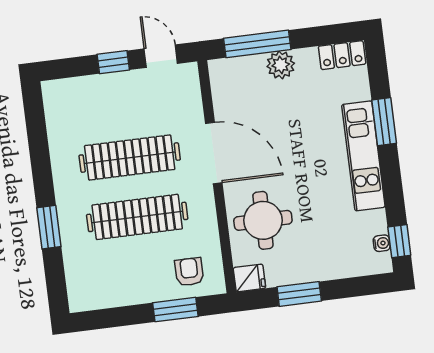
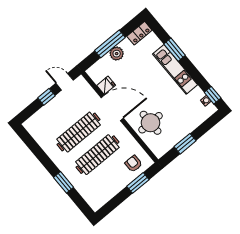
window: (257, 44) -> (110, 44), moved
fridge: (249, 278) -> (106, 85), moved

